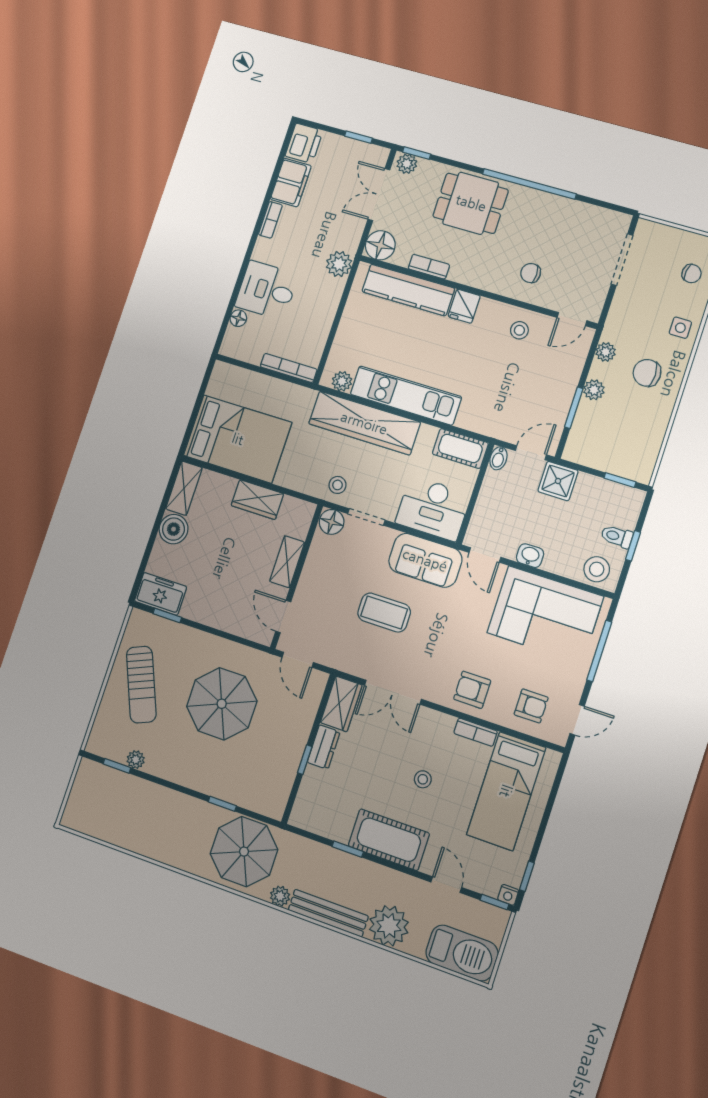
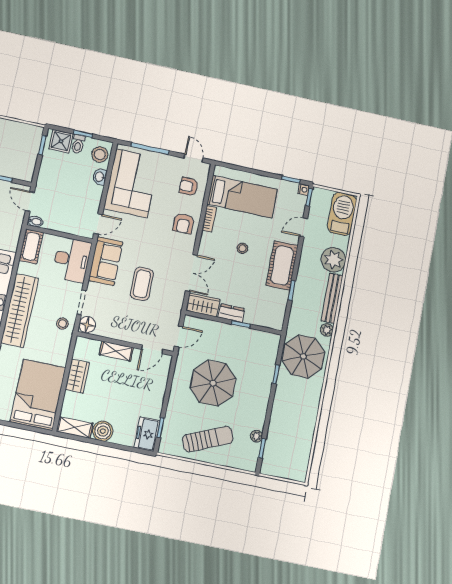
shower: (558, 481) -> (61, 141), moved
washbasin: (530, 556) -> (100, 177), moved
armchair: (531, 706) -> (189, 186), turned -90

